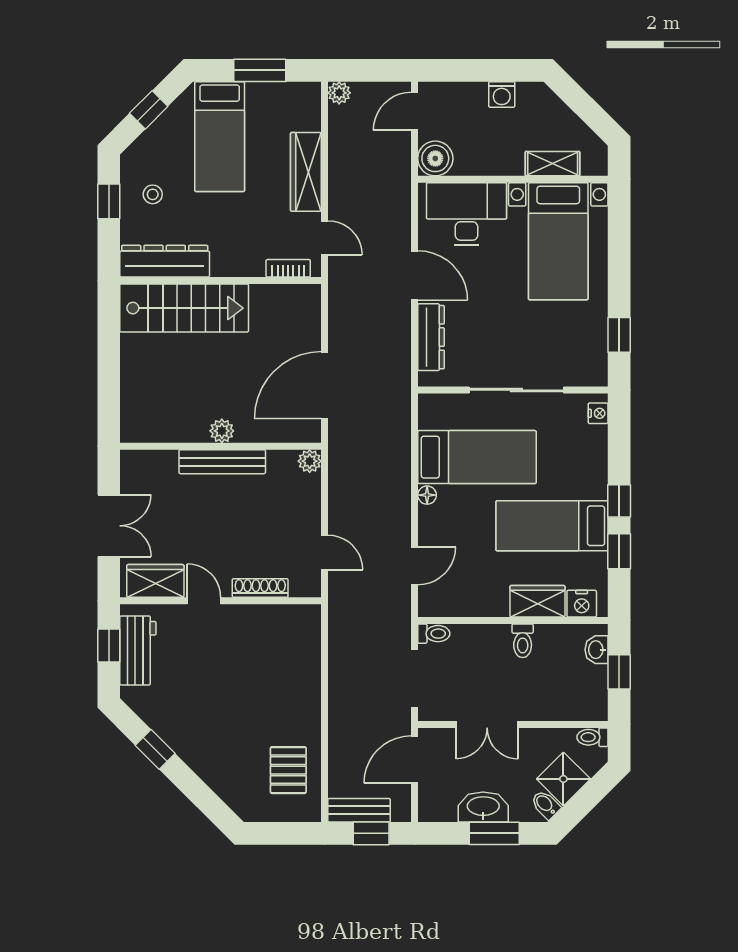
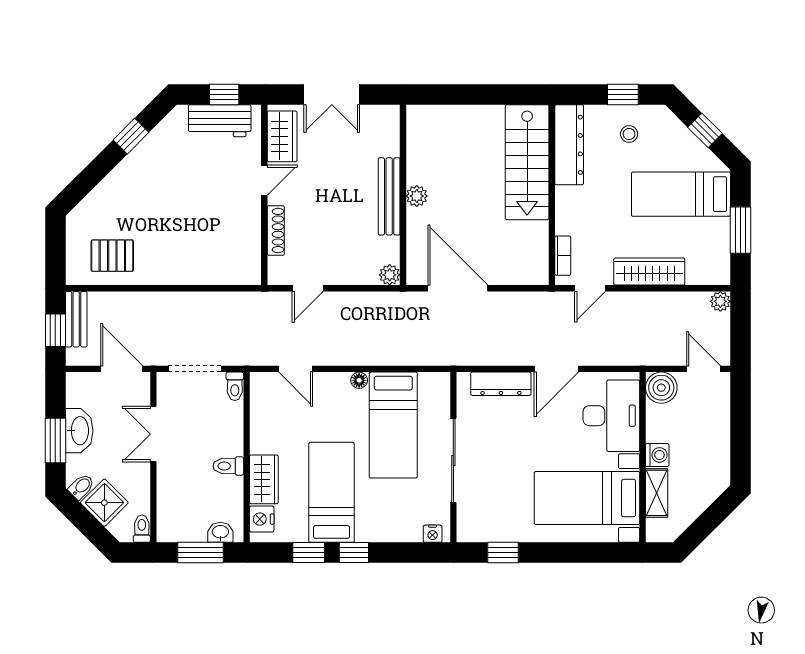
washing machine: (502, 94) -> (657, 455), moved, turned 180
window: (619, 672) -> (201, 553), width x1.50

